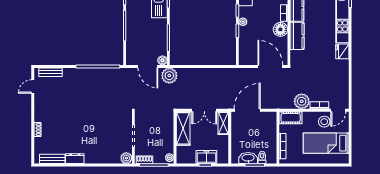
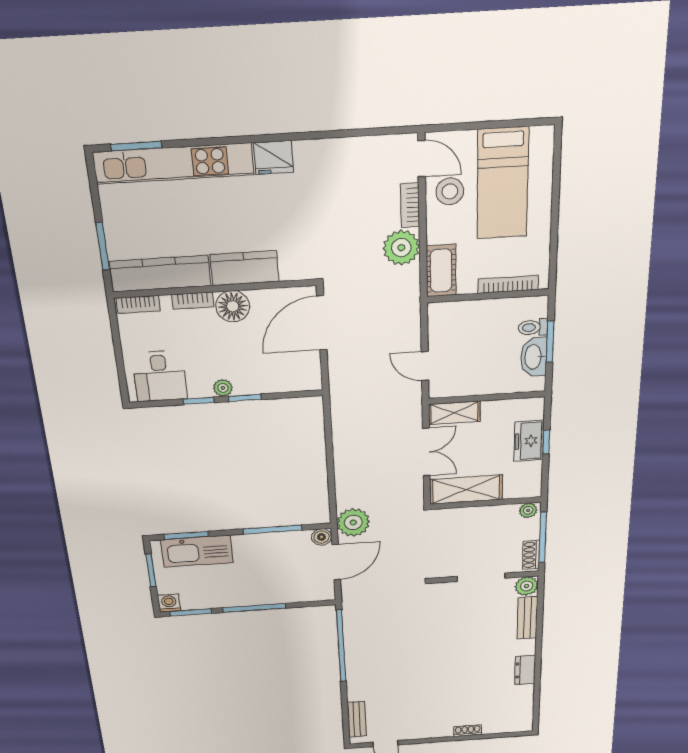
door: (247, 110) -> (425, 366), width x0.53
bench: (52, 159) -> (527, 618), moved

